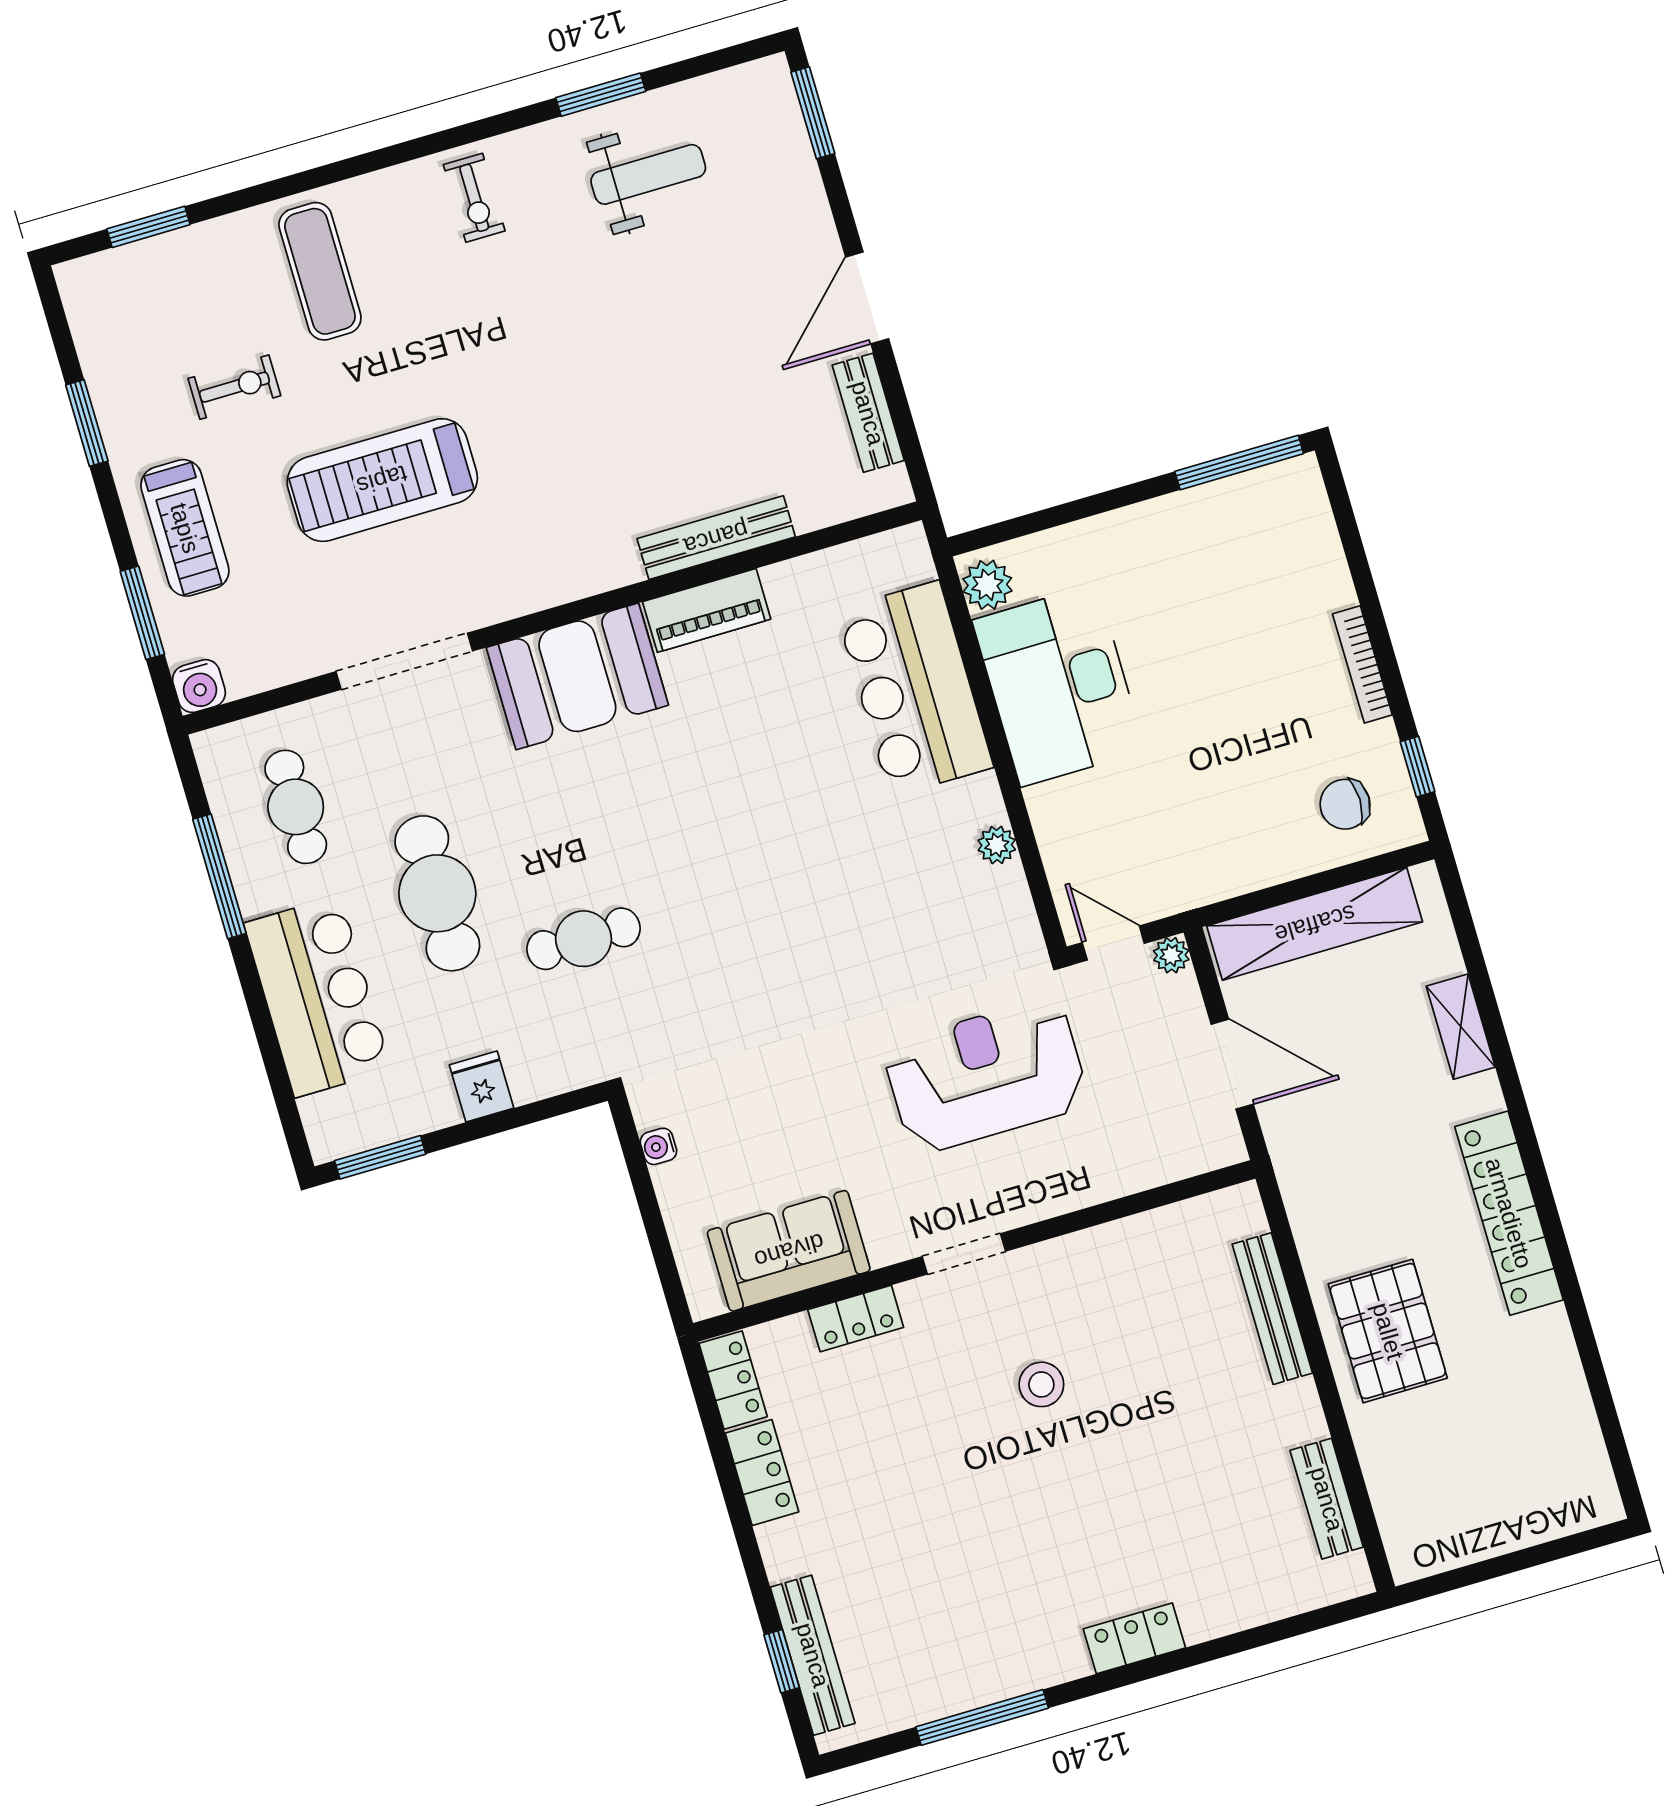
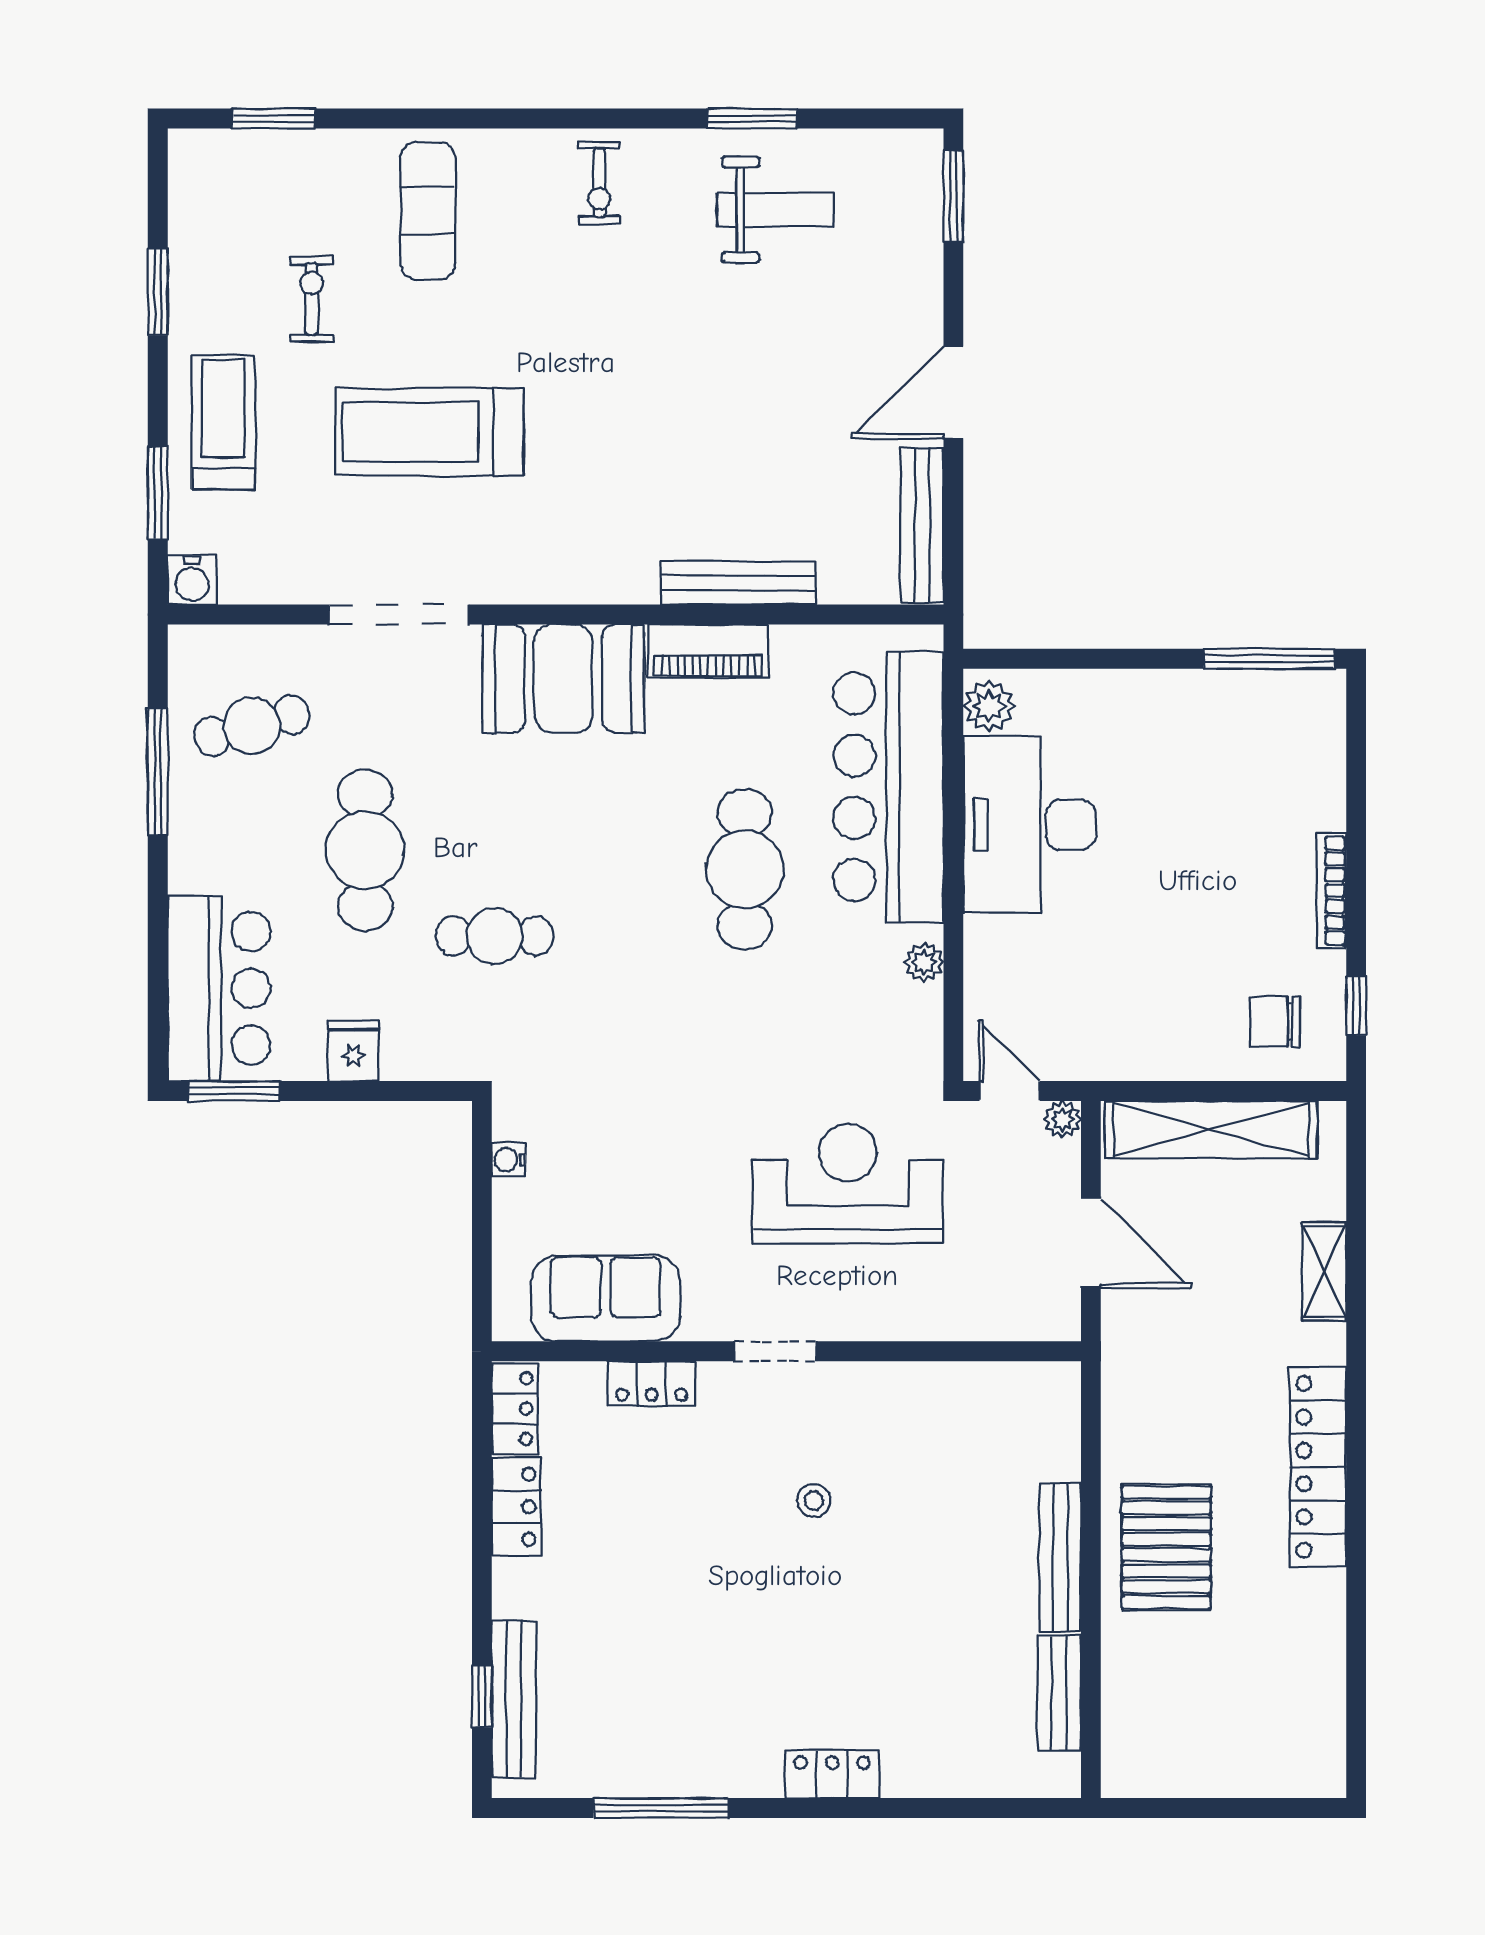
exercise bike: (234, 387) -> (312, 299), turned -90
bench: (868, 413) -> (922, 525), width x1.36
treadmill: (185, 528) -> (223, 422), turned 180
bar counter: (915, 689) -> (888, 787), width x1.36
cafe table: (296, 807) -> (252, 726), turned 75
cafe table: (802, 807) -> (745, 869), added
bar counter: (318, 996) -> (219, 988), moved
bench: (1272, 1309) -> (1060, 1557), moved
stool: (1041, 1384) -> (814, 1501), width x0.73, depth x0.73

